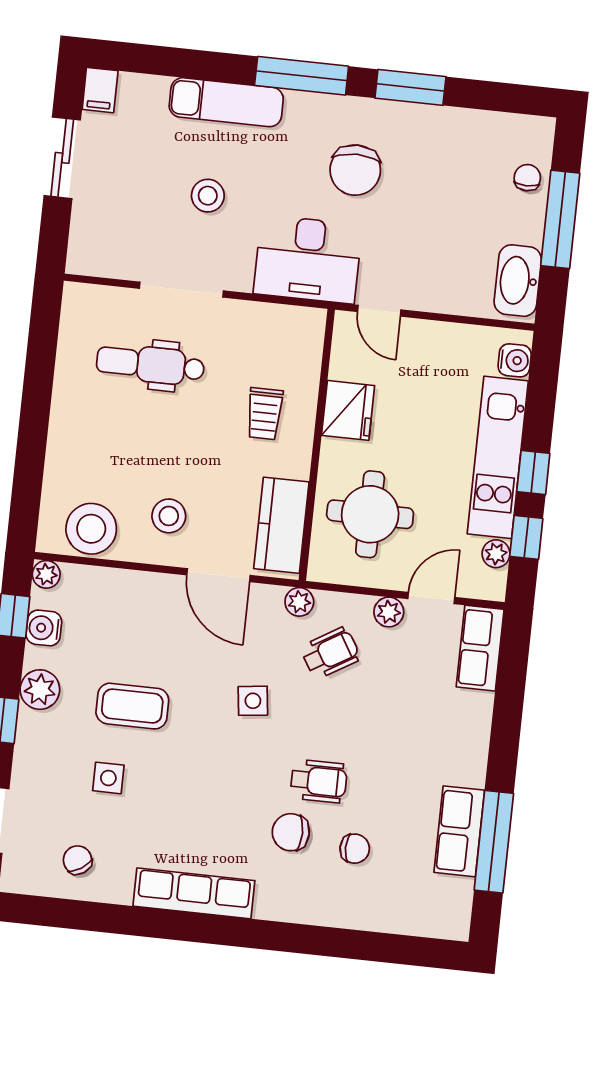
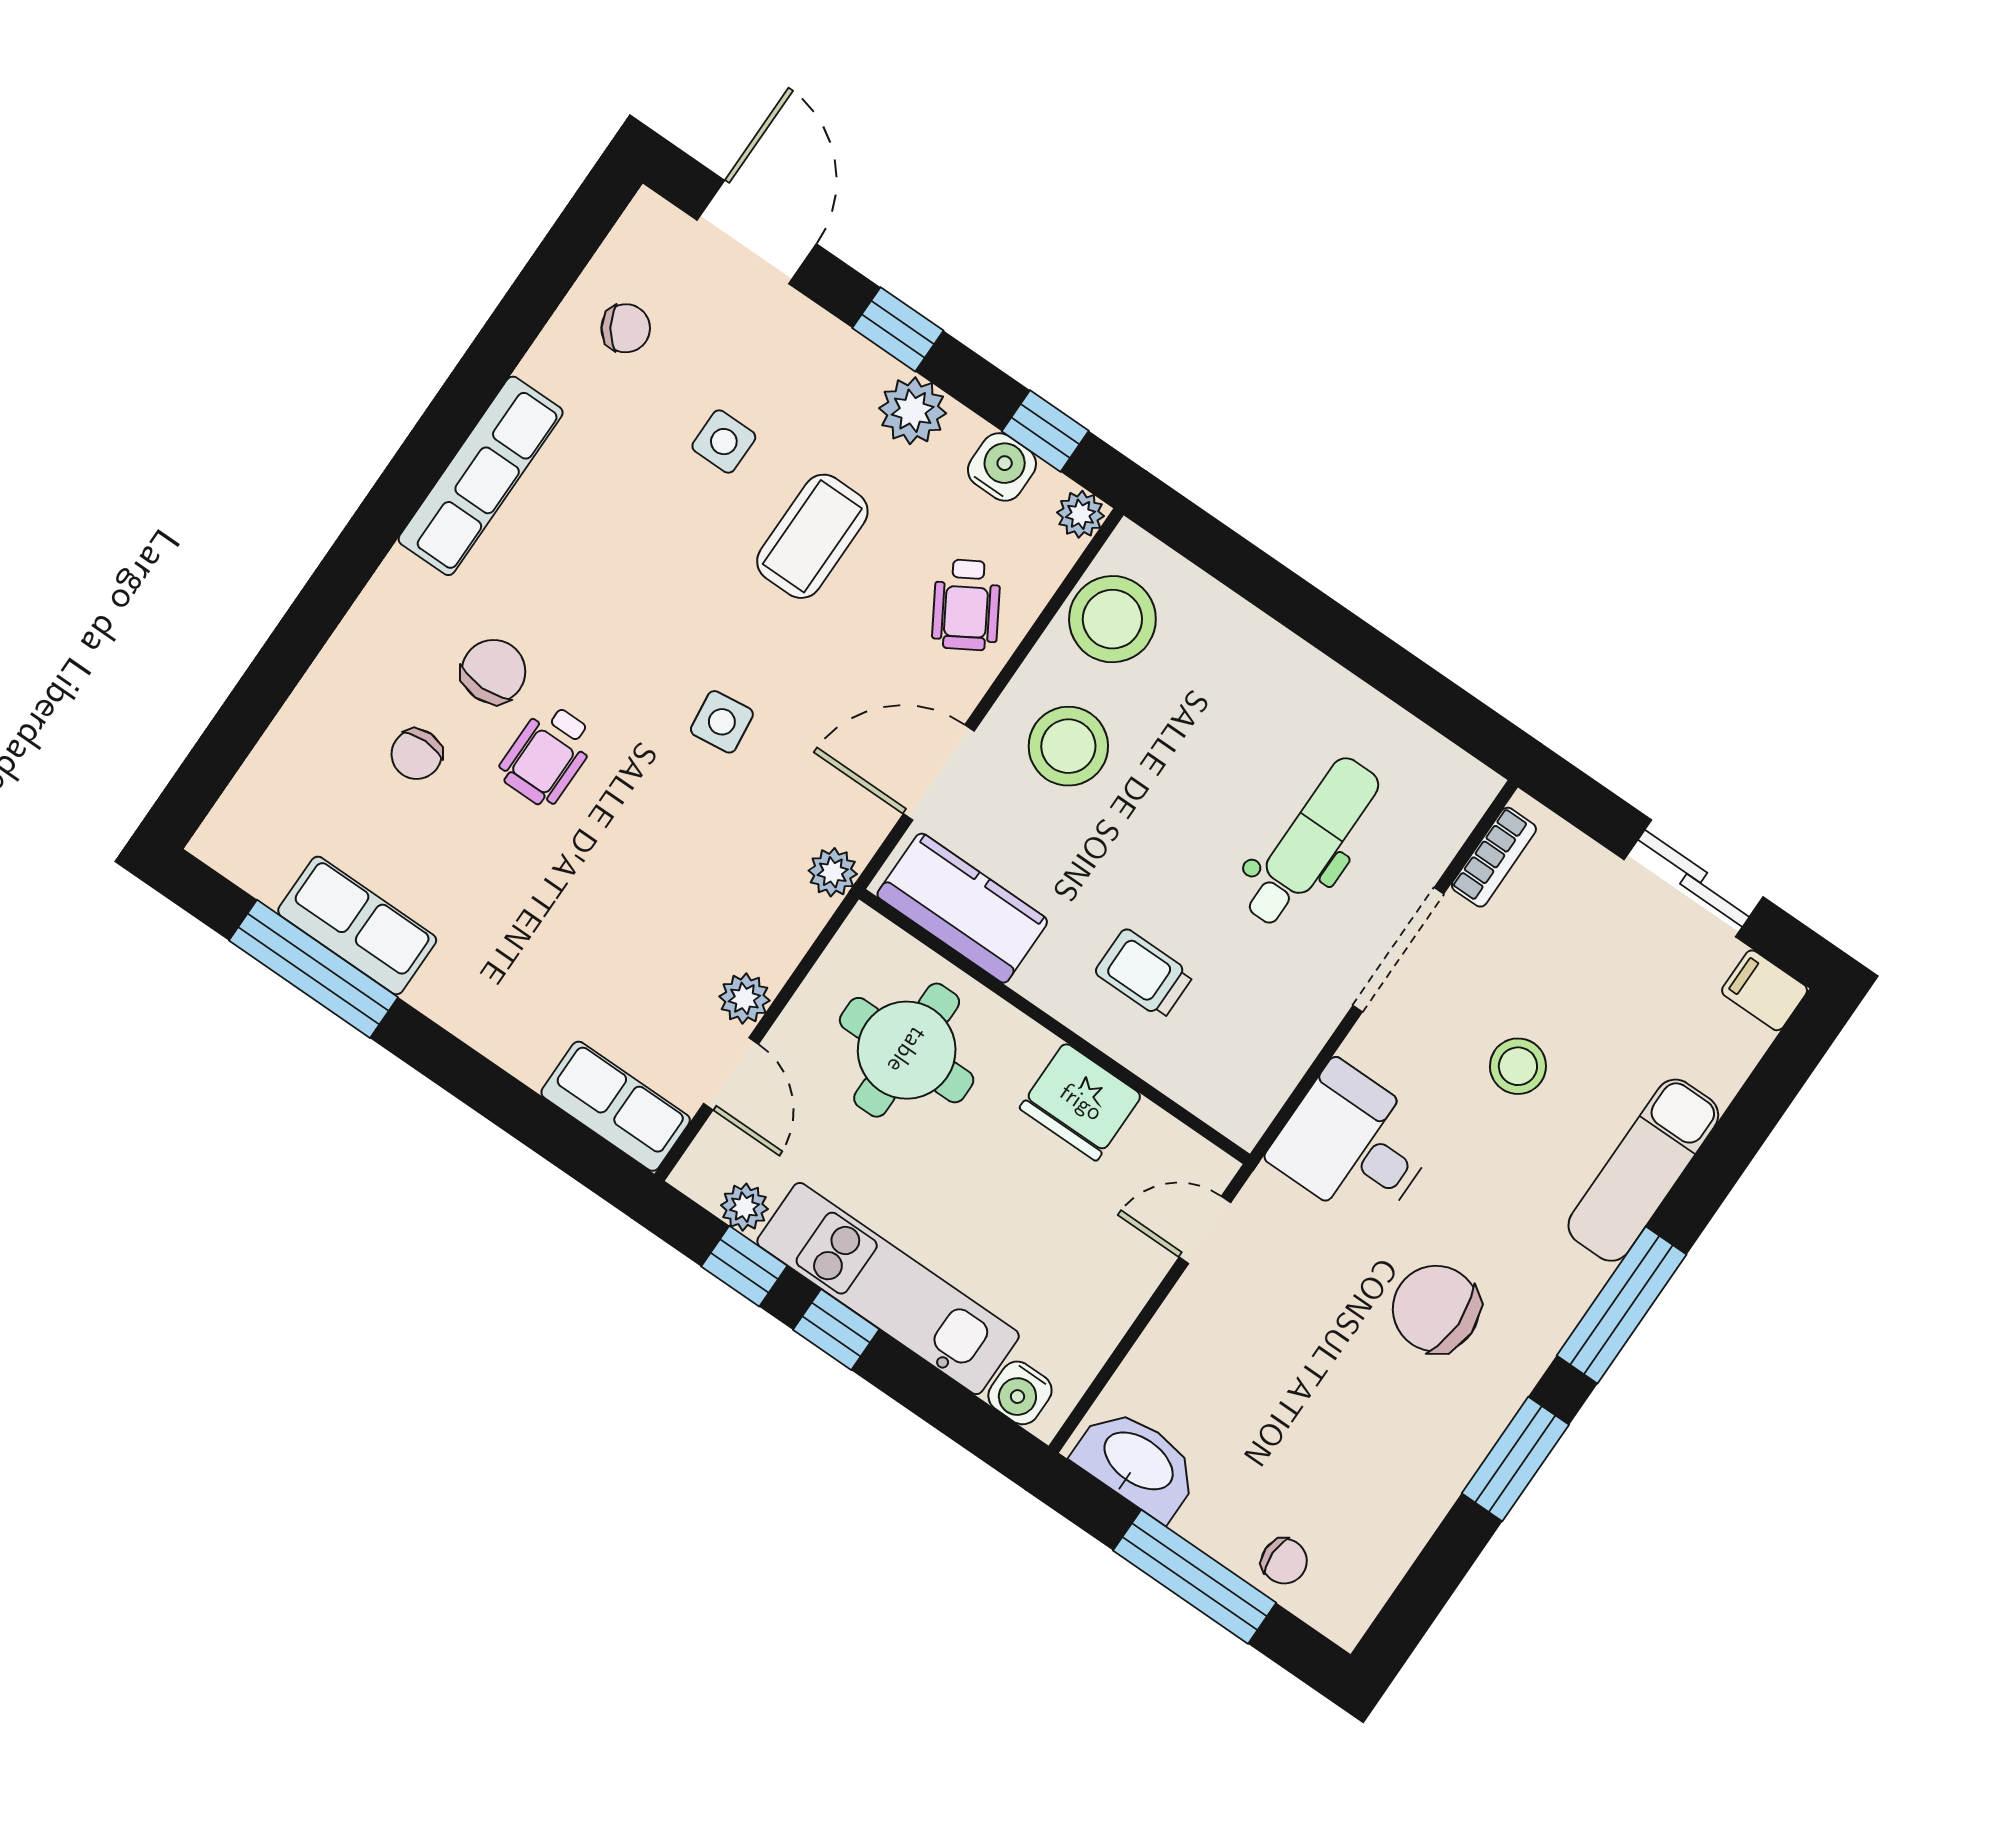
desk: (308, 259) -> (1354, 1145), width x0.73
bookcase: (107, 266) -> (1494, 857), added
stool: (169, 516) -> (1068, 746), width x1.38, depth x1.38
wheelchair: (330, 653) -> (966, 605), moved

